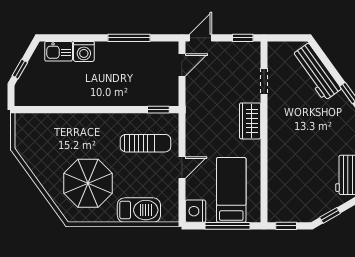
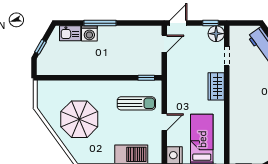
window: (129, 38) -> (100, 23), moved
floor lamp: (250, 52) -> (216, 34), added
parasol: (88, 183) -> (79, 119), moved

